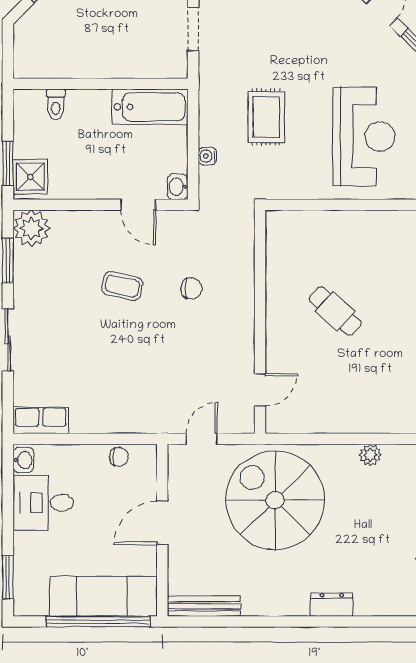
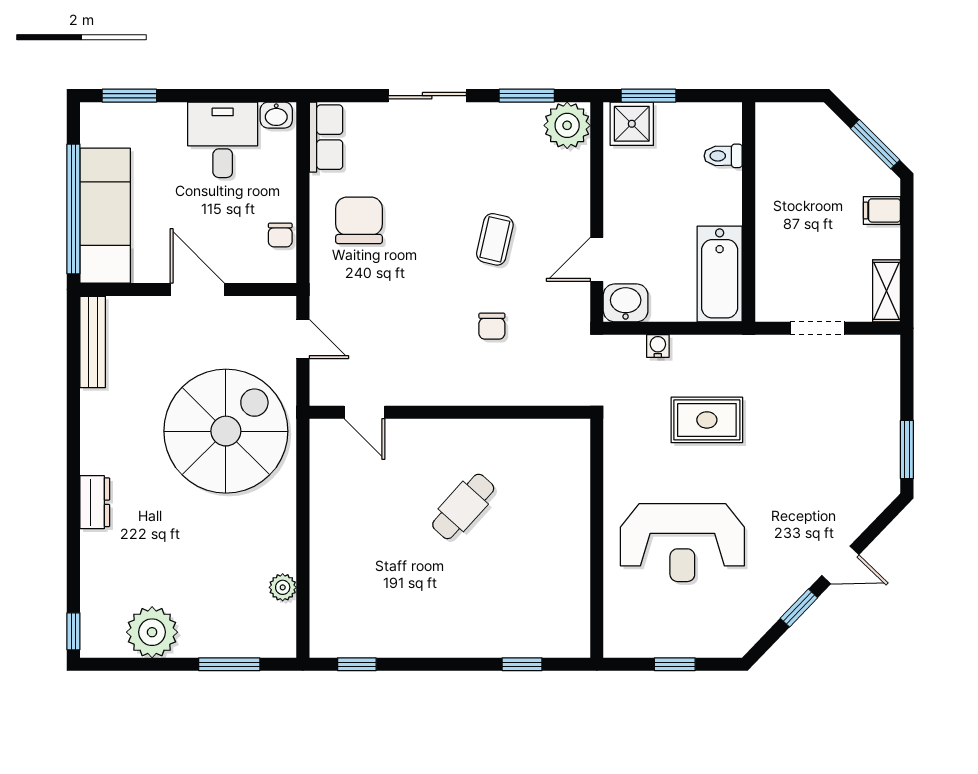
washbasin: (178, 187) -> (626, 303), width x1.38, depth x1.45
chair: (107, 394) -> (359, 220), added
plant: (370, 455) -> (283, 587), moved

